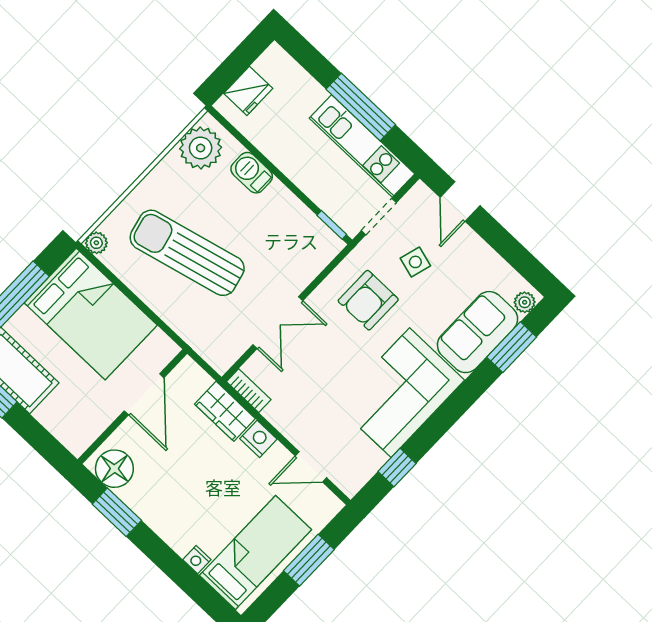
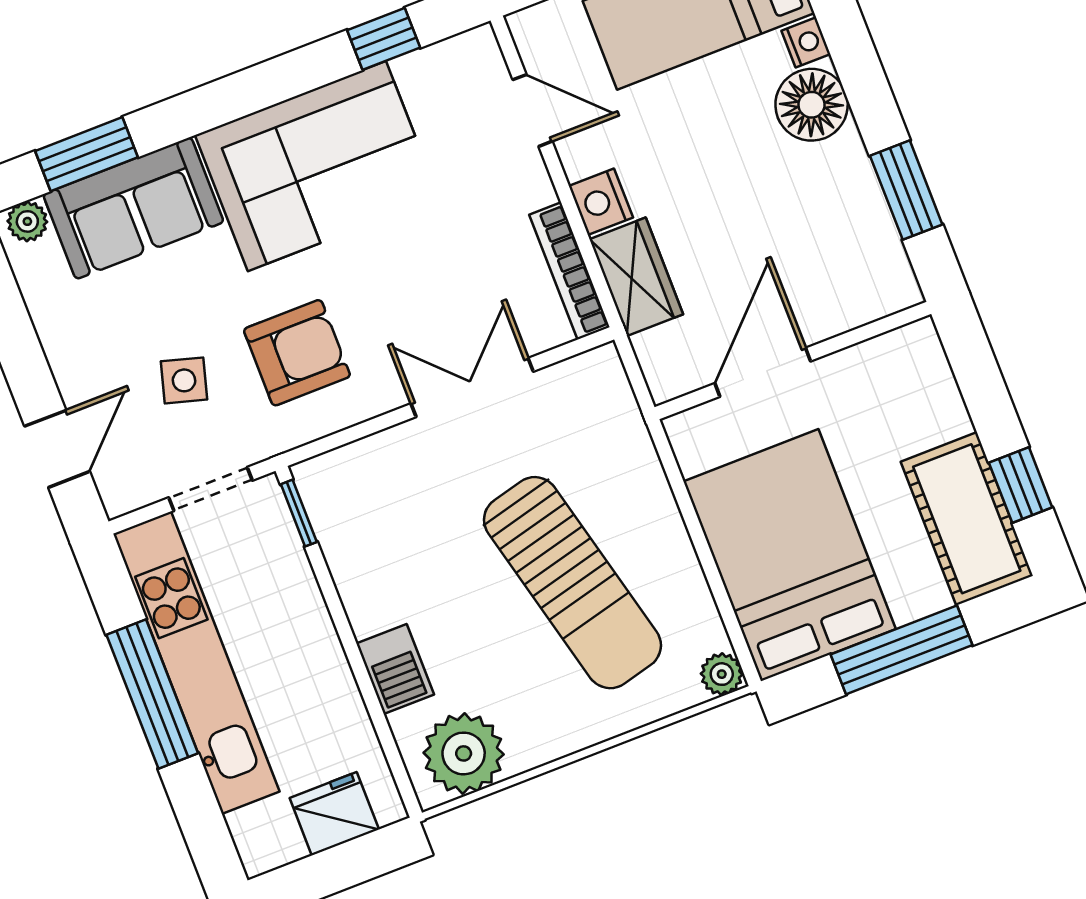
kitchen unit: (362, 146) -> (196, 663), width x1.36
bookcase: (249, 391) -> (569, 271), width x1.56
floor lamp: (114, 469) -> (812, 105), moved

